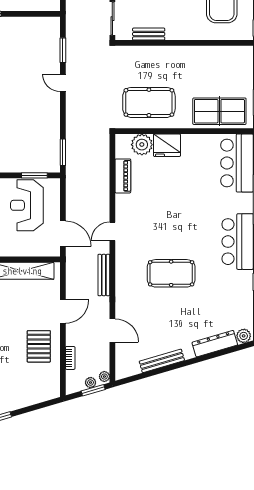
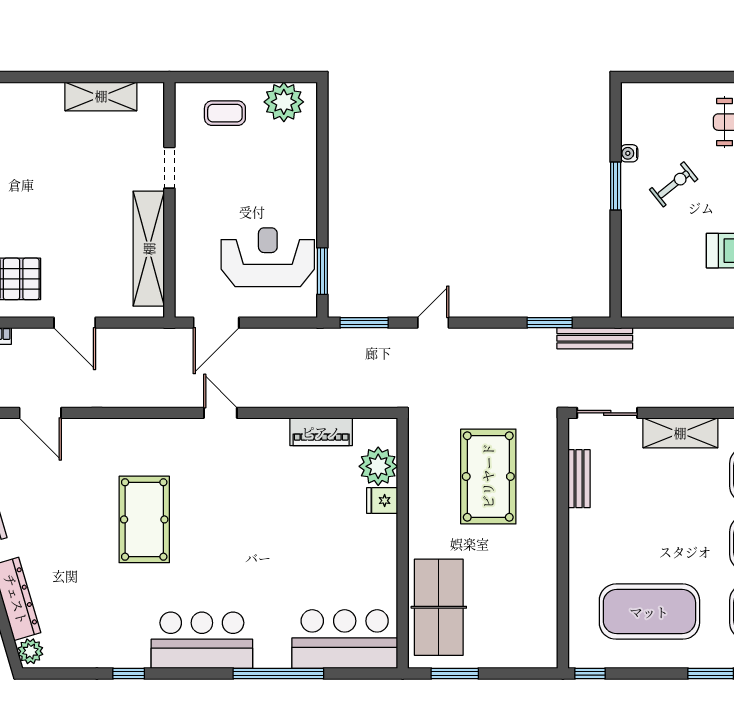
door: (63, 83) -> (433, 323), moved
pool table: (149, 102) -> (488, 476), moved
fridge: (167, 145) -> (382, 501), width x0.53, depth x0.75
bench: (104, 275) -> (595, 338), moved
door: (112, 331) -> (40, 413), hinge flipped

